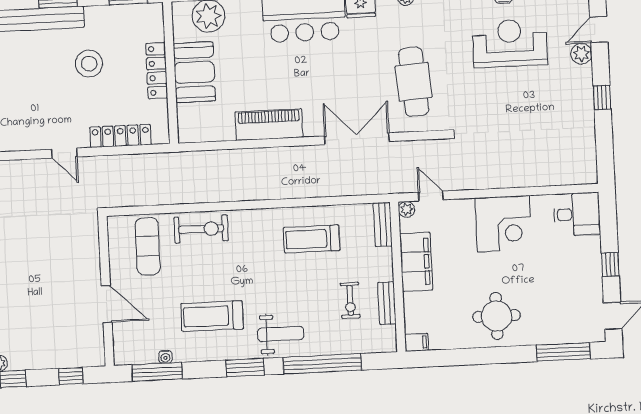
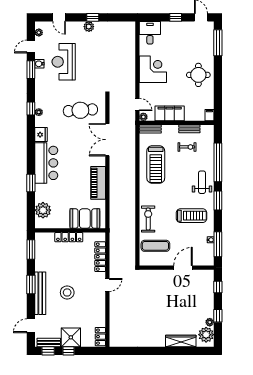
plant: (581, 54) -> (89, 27), moved
stool: (89, 64) -> (67, 292), moved
booth: (194, 72) -> (85, 219), moved
door: (431, 196) -> (137, 105), swing flipped
treadmill: (312, 239) -> (156, 165), width x1.37, depth x1.37
treadmill: (212, 316) -> (192, 216), turned -90

